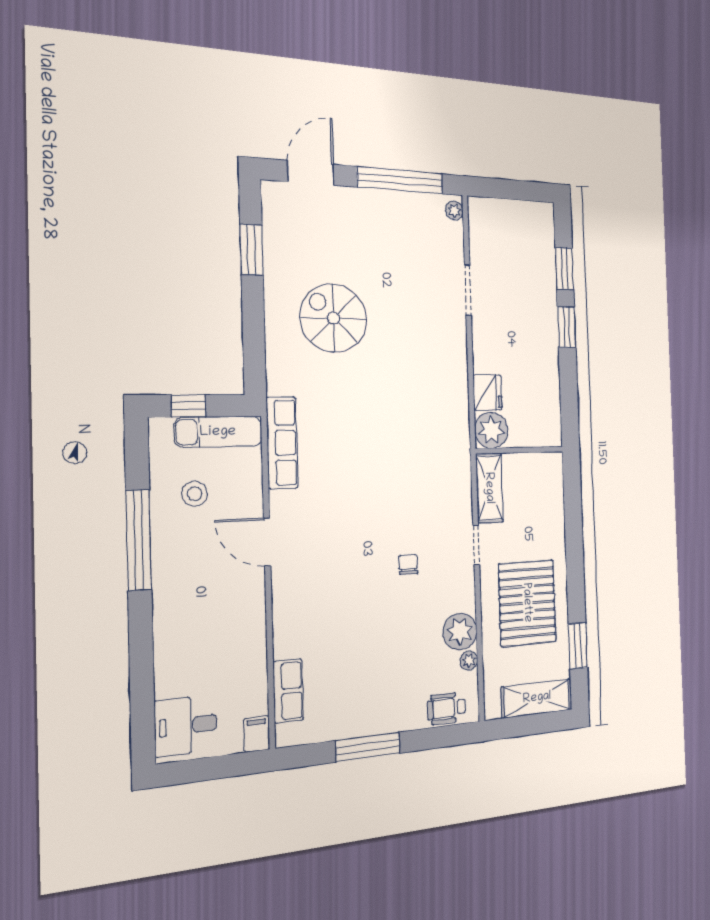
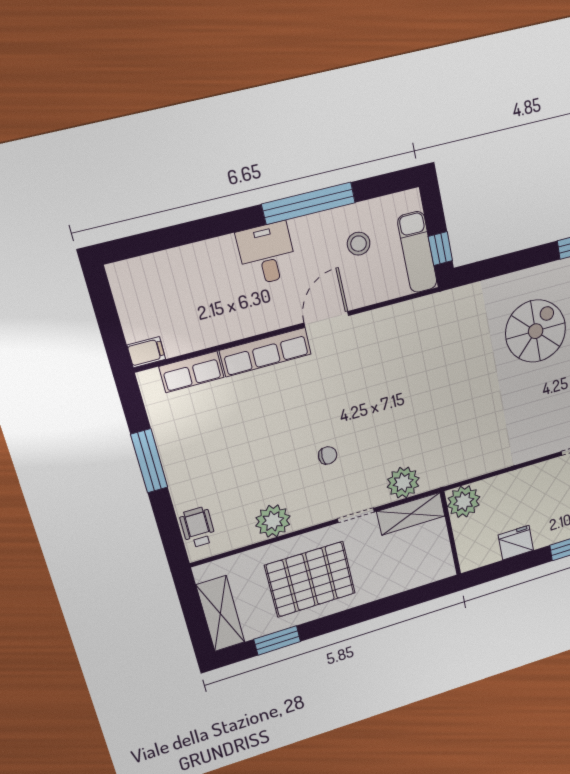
fridge: (488, 392) -> (516, 543), moved, turned 180
window: (188, 406) -> (440, 249), moved
row of seats: (282, 443) -> (266, 352), moved
plant: (469, 660) -> (403, 483), moved, width x1.88, depth x1.88
desk: (186, 726) -> (267, 254), moved

